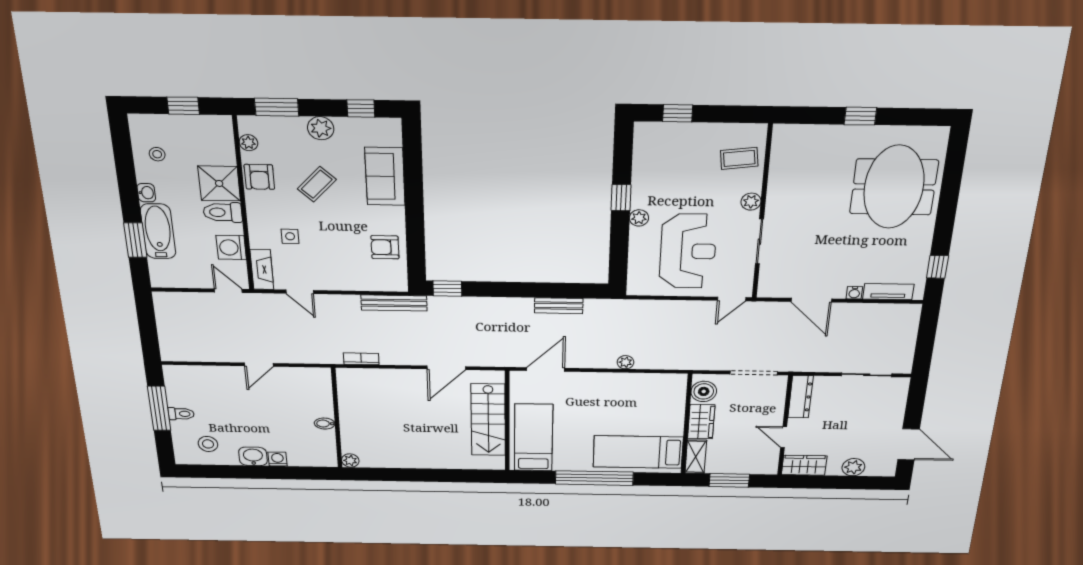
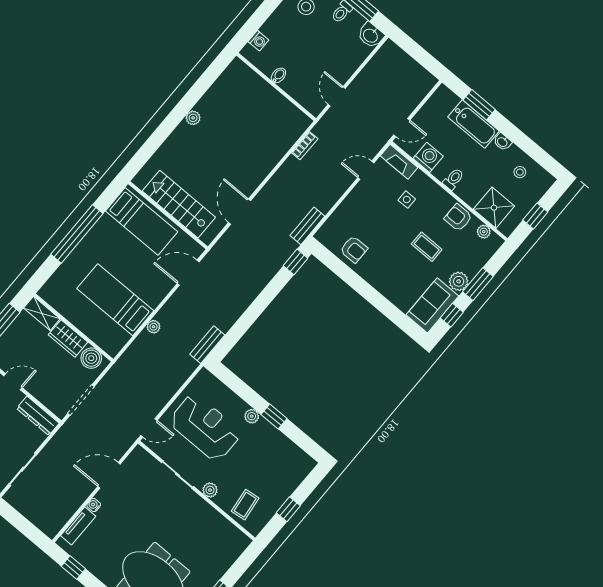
window: (277, 107) -> (478, 284), moved
window: (678, 113) -> (288, 509), moved
sofa: (385, 176) -> (432, 305), moved, turned -90
shower: (219, 183) -> (494, 208), moved
coffee table: (317, 184) -> (427, 247), turned -43
toilet: (223, 212) -> (453, 179), width x0.73, depth x0.72
armchair: (385, 247) -> (354, 249), turned 90
reception desk: (688, 251) -> (205, 427), turned 180
door: (732, 299) -> (149, 428), swing flipped
bench: (394, 303) -> (307, 226), width x0.73
bench: (559, 306) -> (207, 345), moved
bookcase: (361, 359) -> (305, 146), moved
door: (546, 369) -> (188, 273), swing flipped
wall: (337, 418) -> (276, 87), moved
bidet: (325, 424) -> (278, 75), moved
bed: (638, 452) -> (115, 300), moved, turned -90
washbasin: (253, 456) -> (371, 35), moved, turned 90
plant: (350, 461) -> (193, 118), moved

